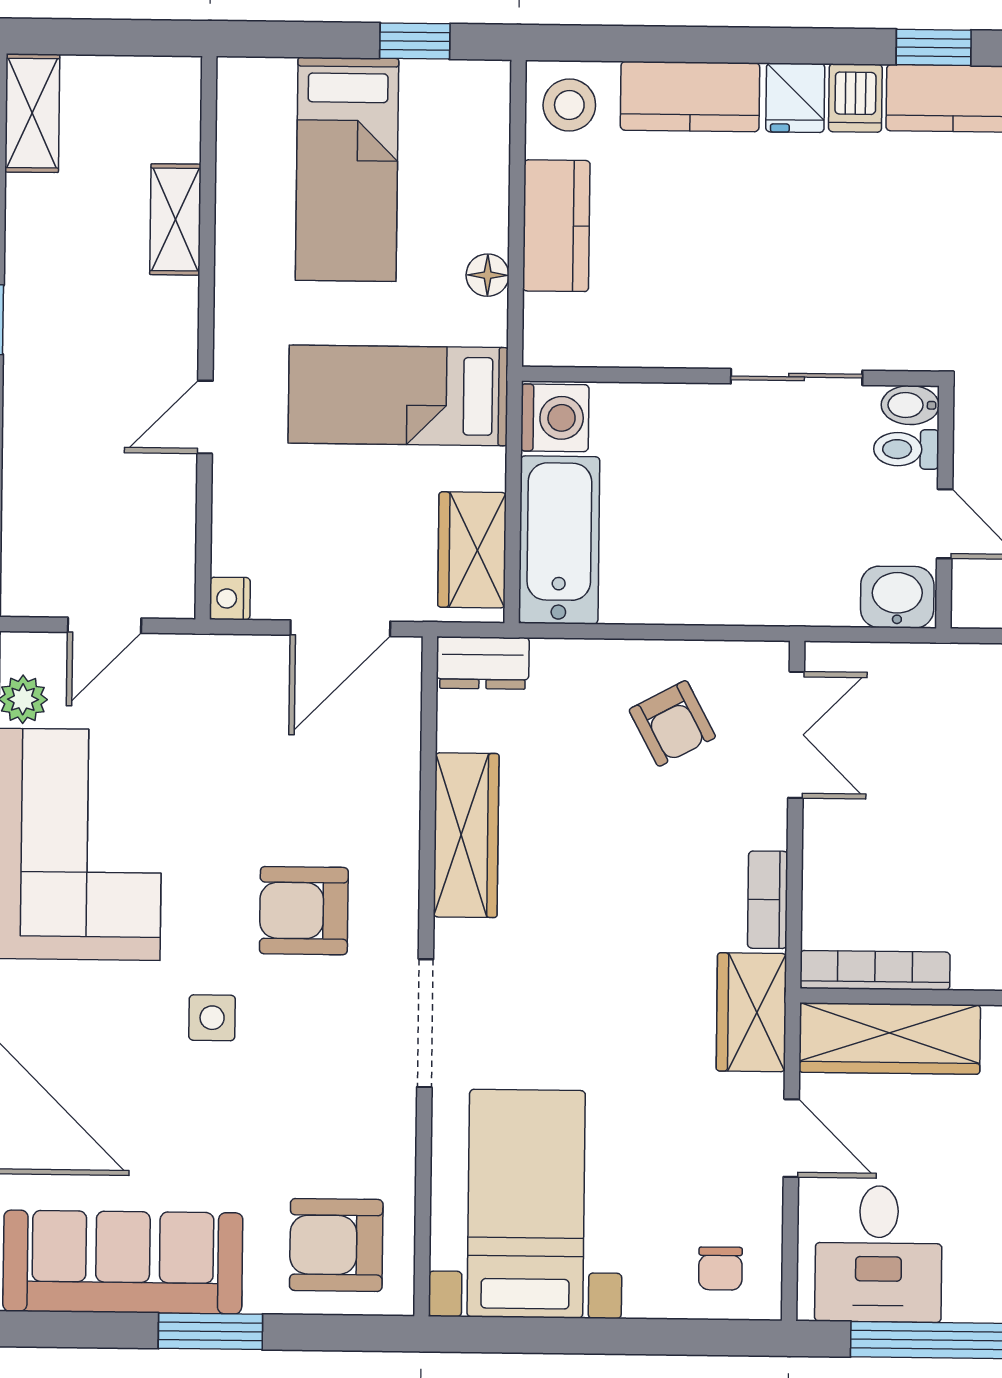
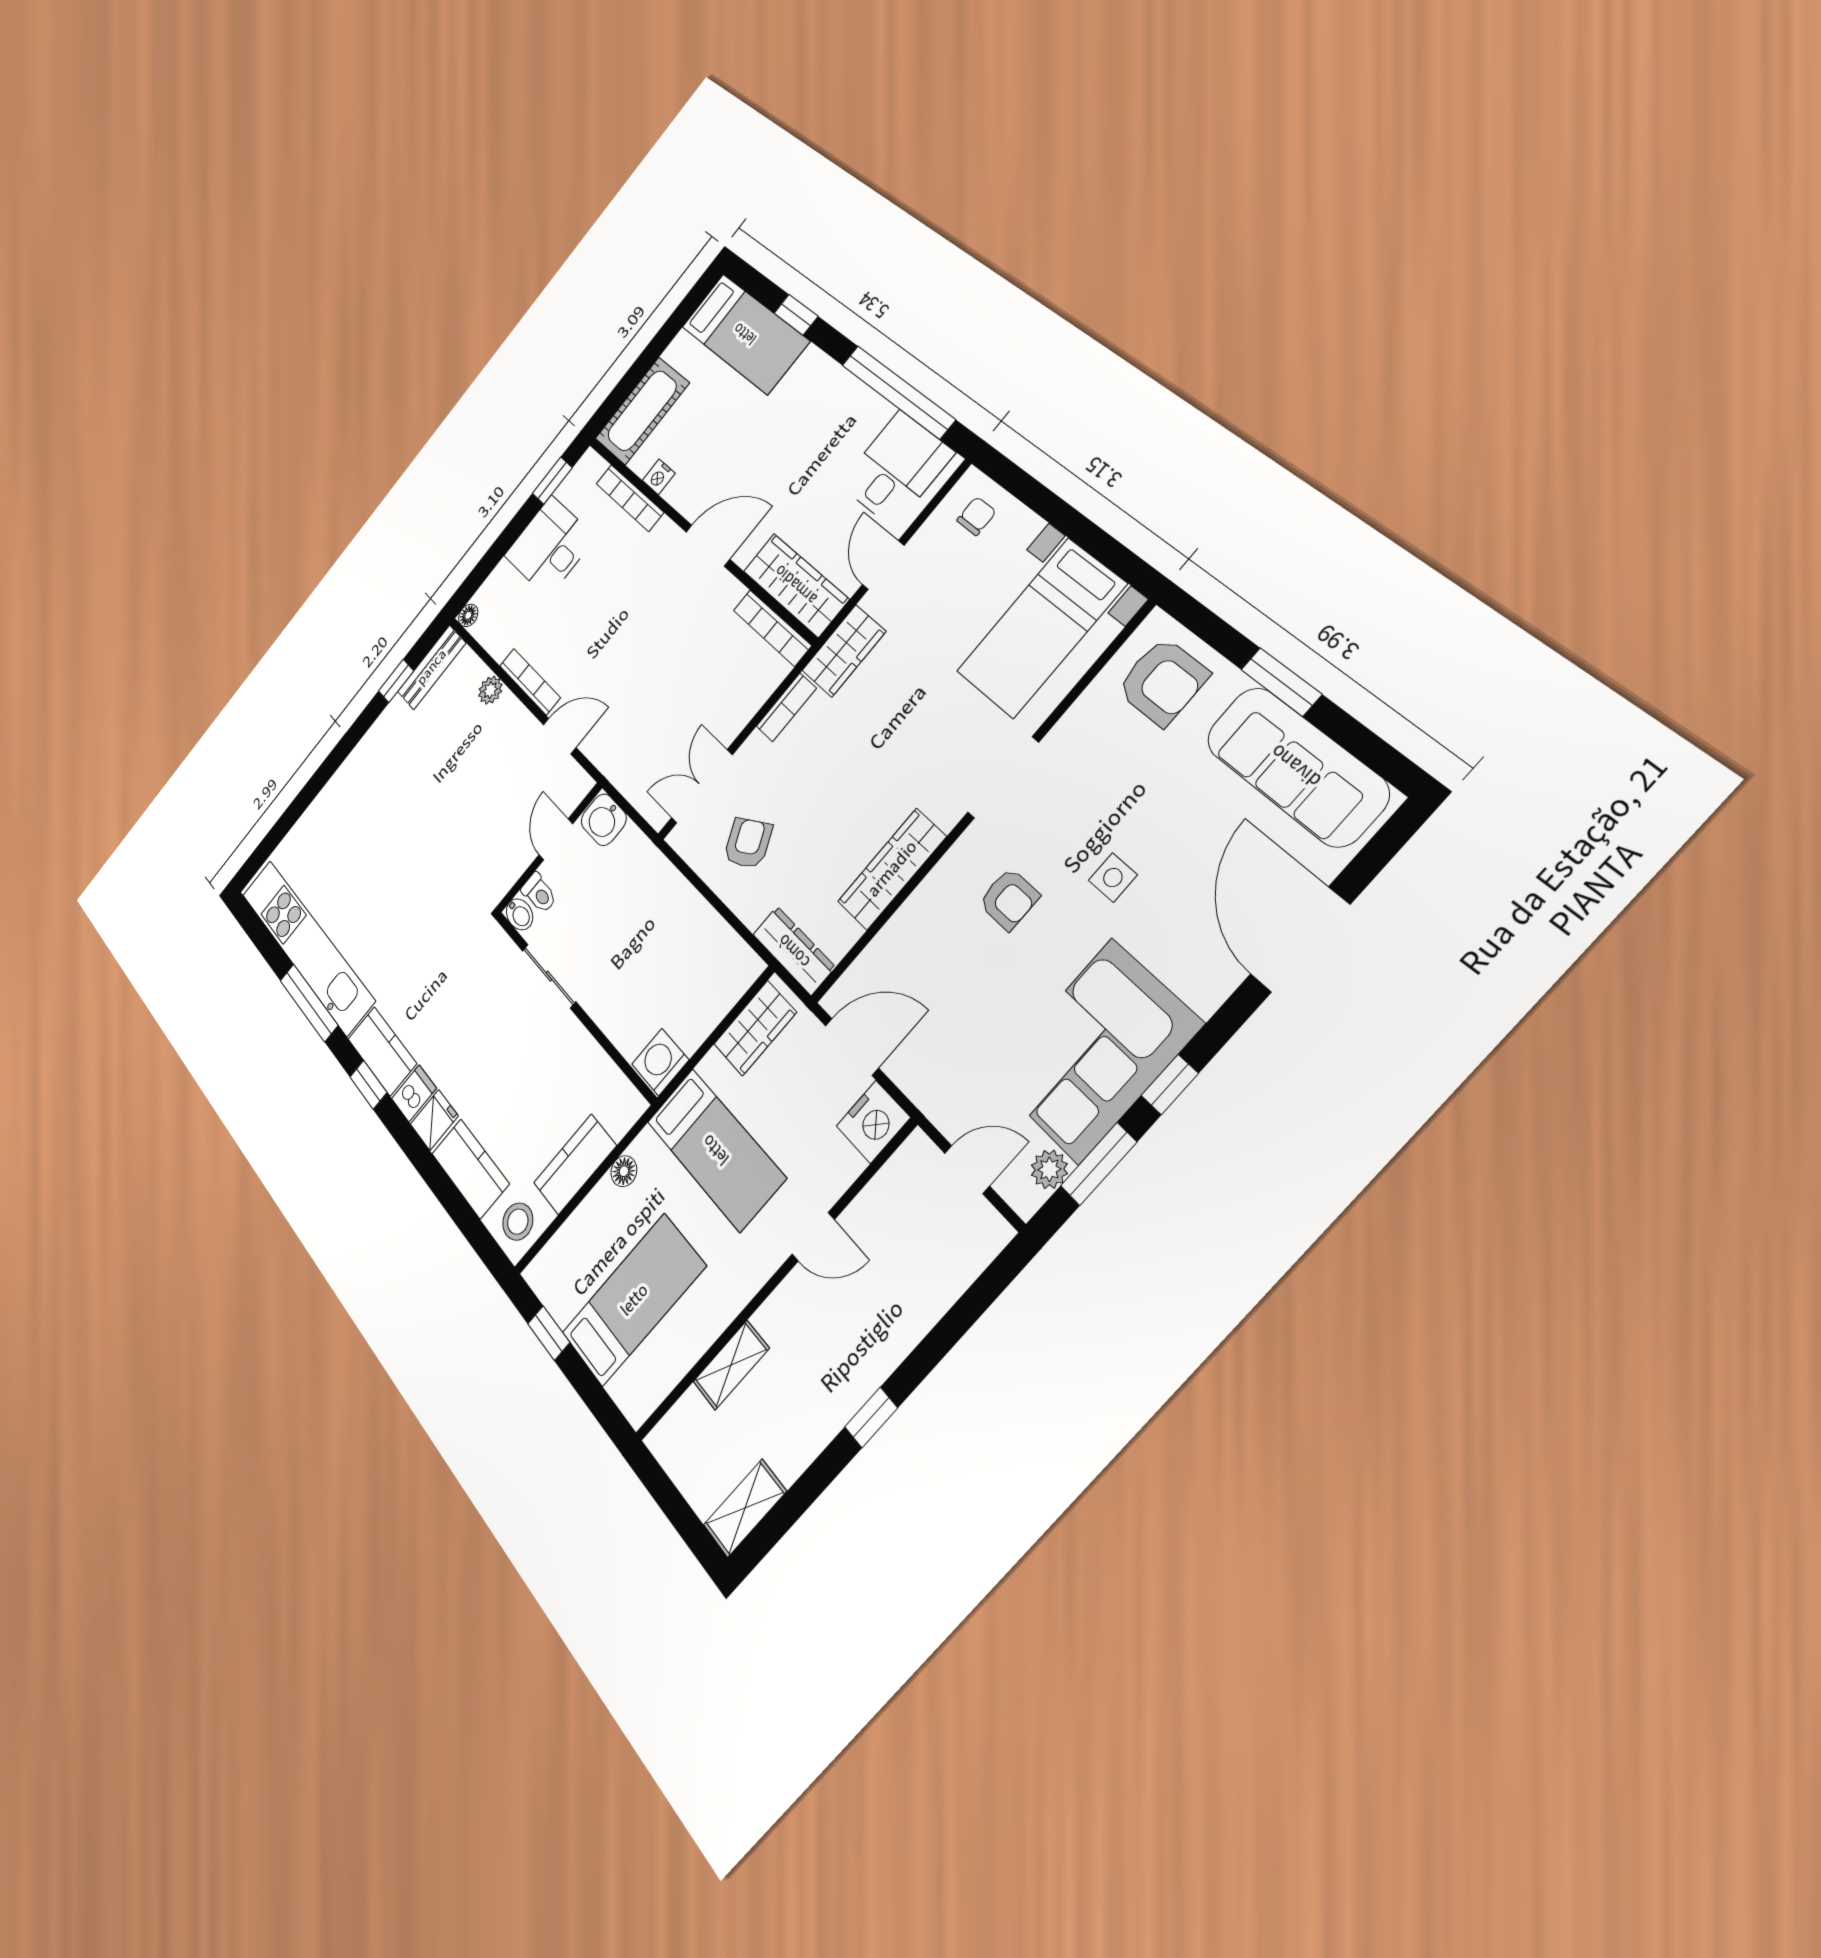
bathtub: (559, 540) -> (713, 993), removed
nightstand: (230, 599) -> (873, 1122), width x1.89, depth x1.79
dresser: (483, 663) -> (794, 951), width x1.44
armchair: (304, 911) -> (1009, 899), width x0.72, depth x0.72

